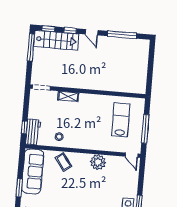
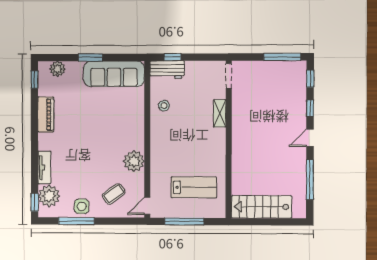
stairs: (56, 40) -> (262, 207), moved, turned 90
coffee table: (63, 162) -> (114, 194), moved

